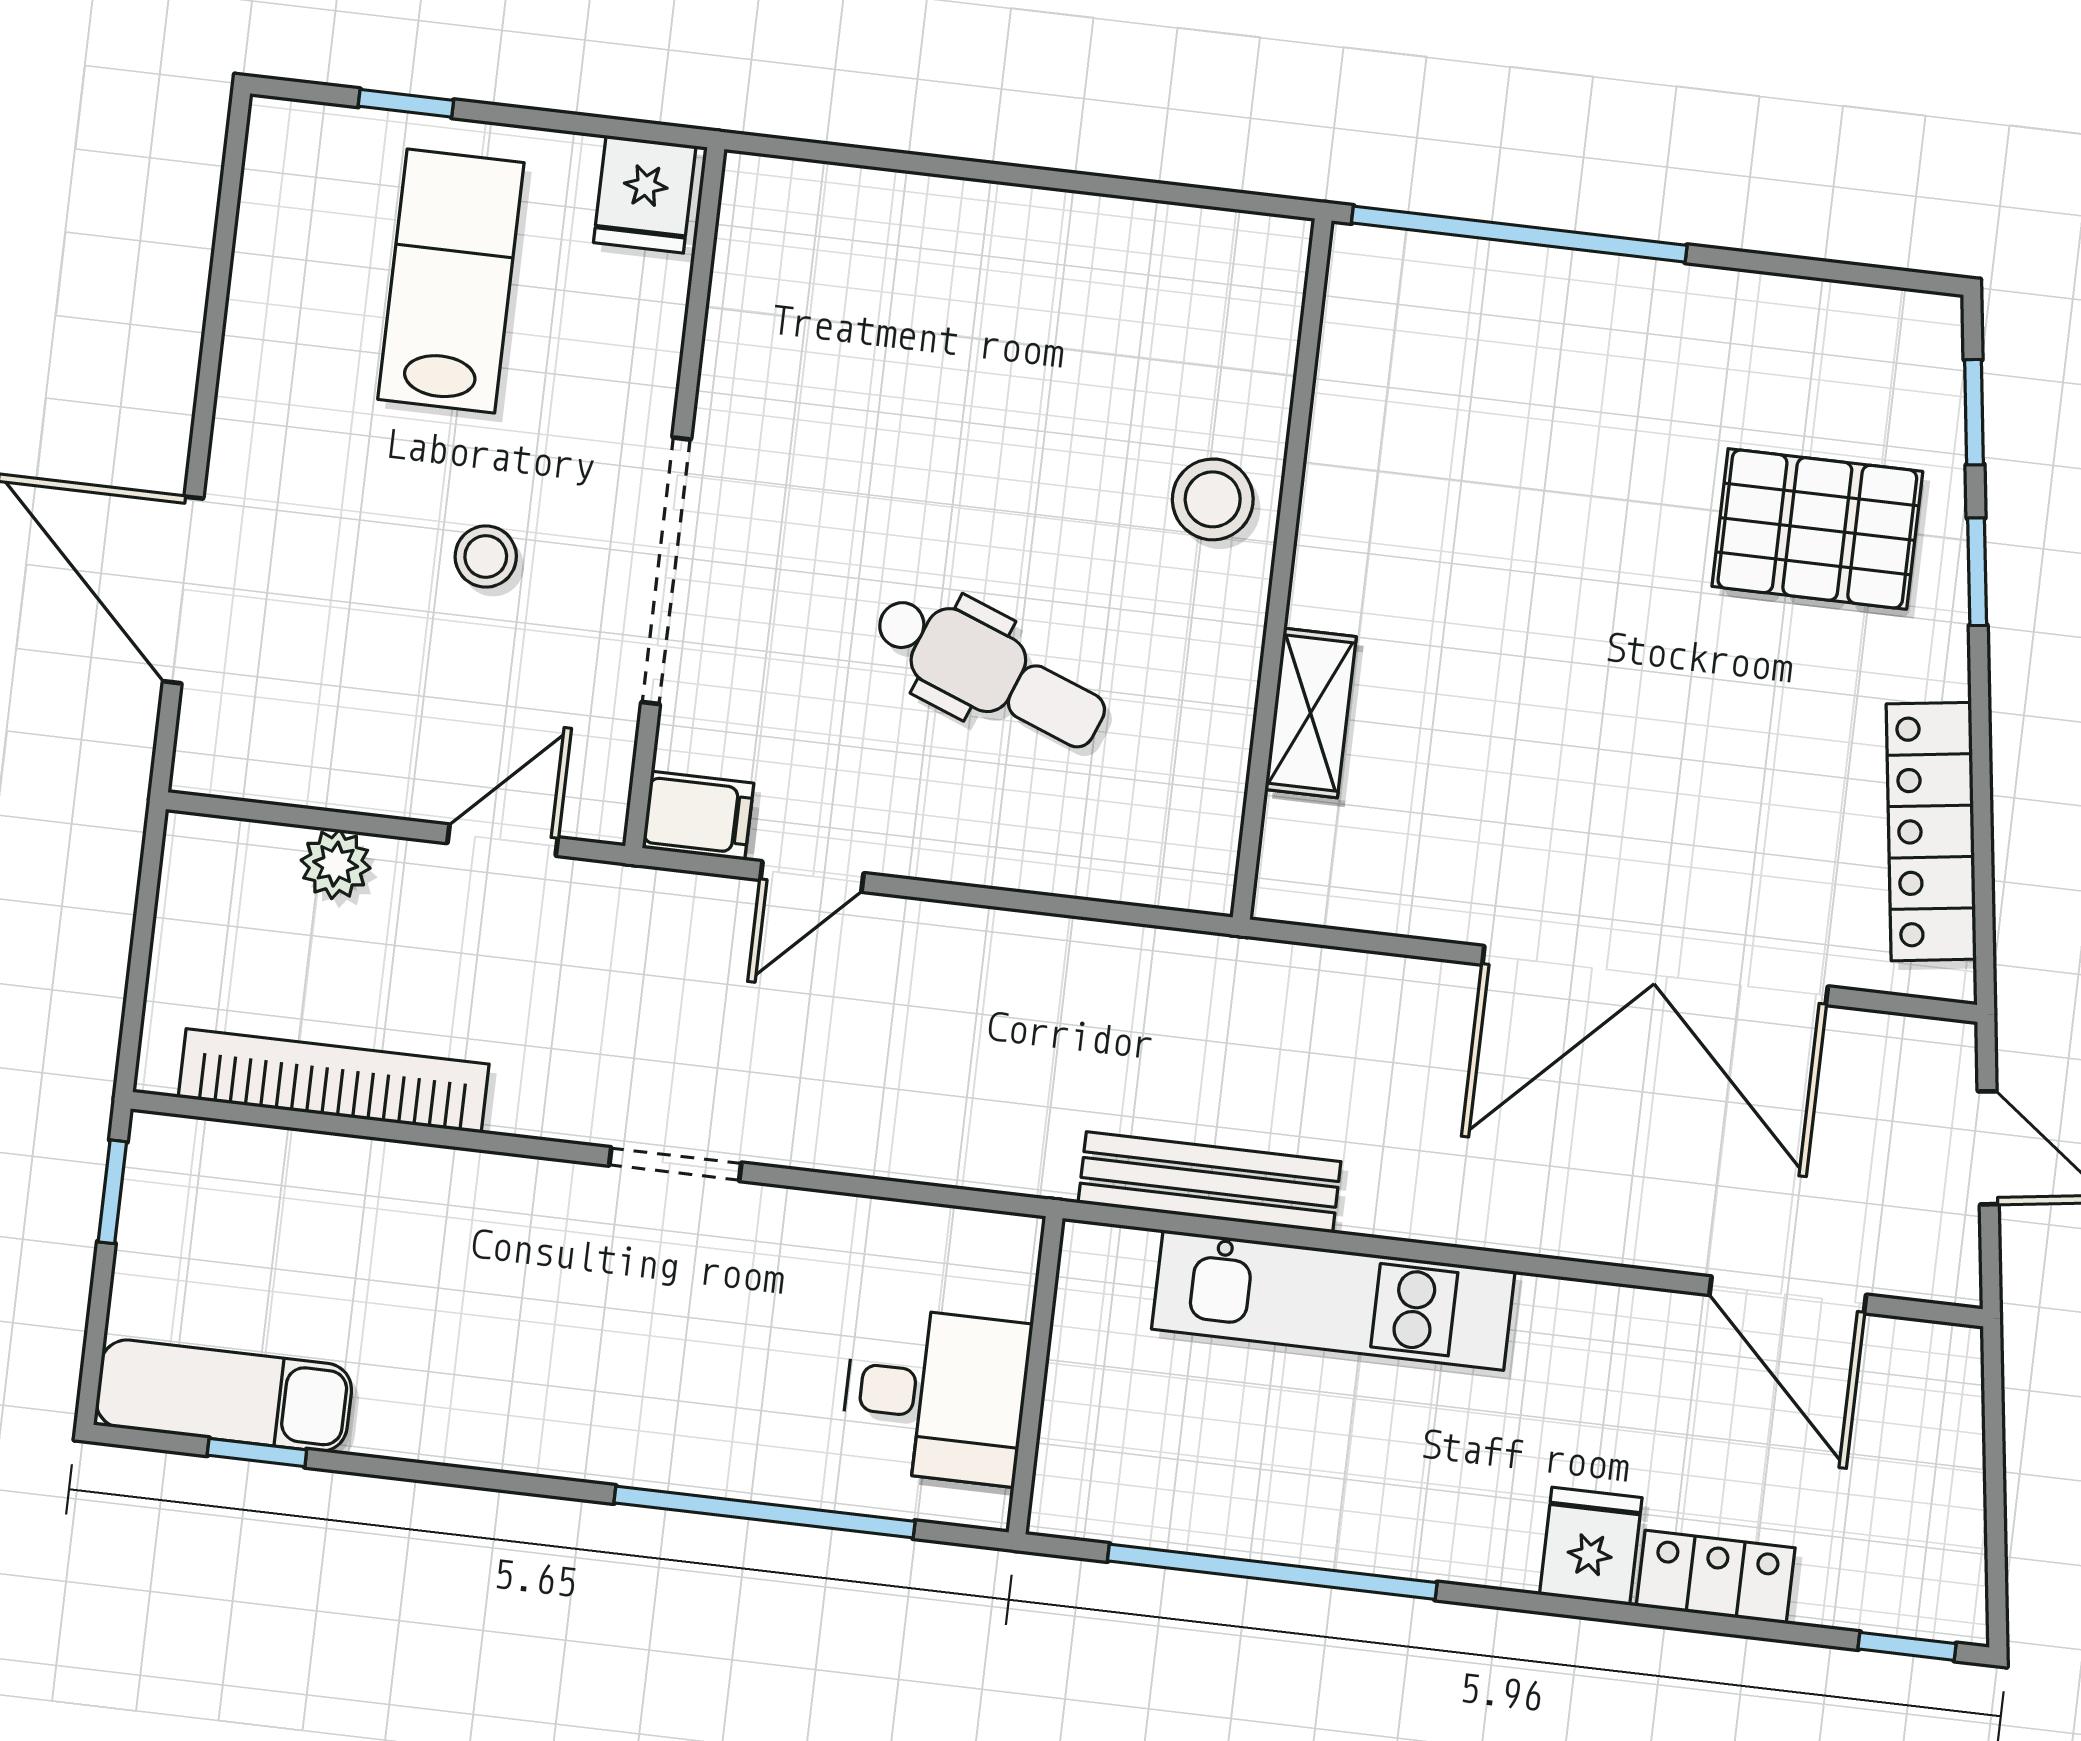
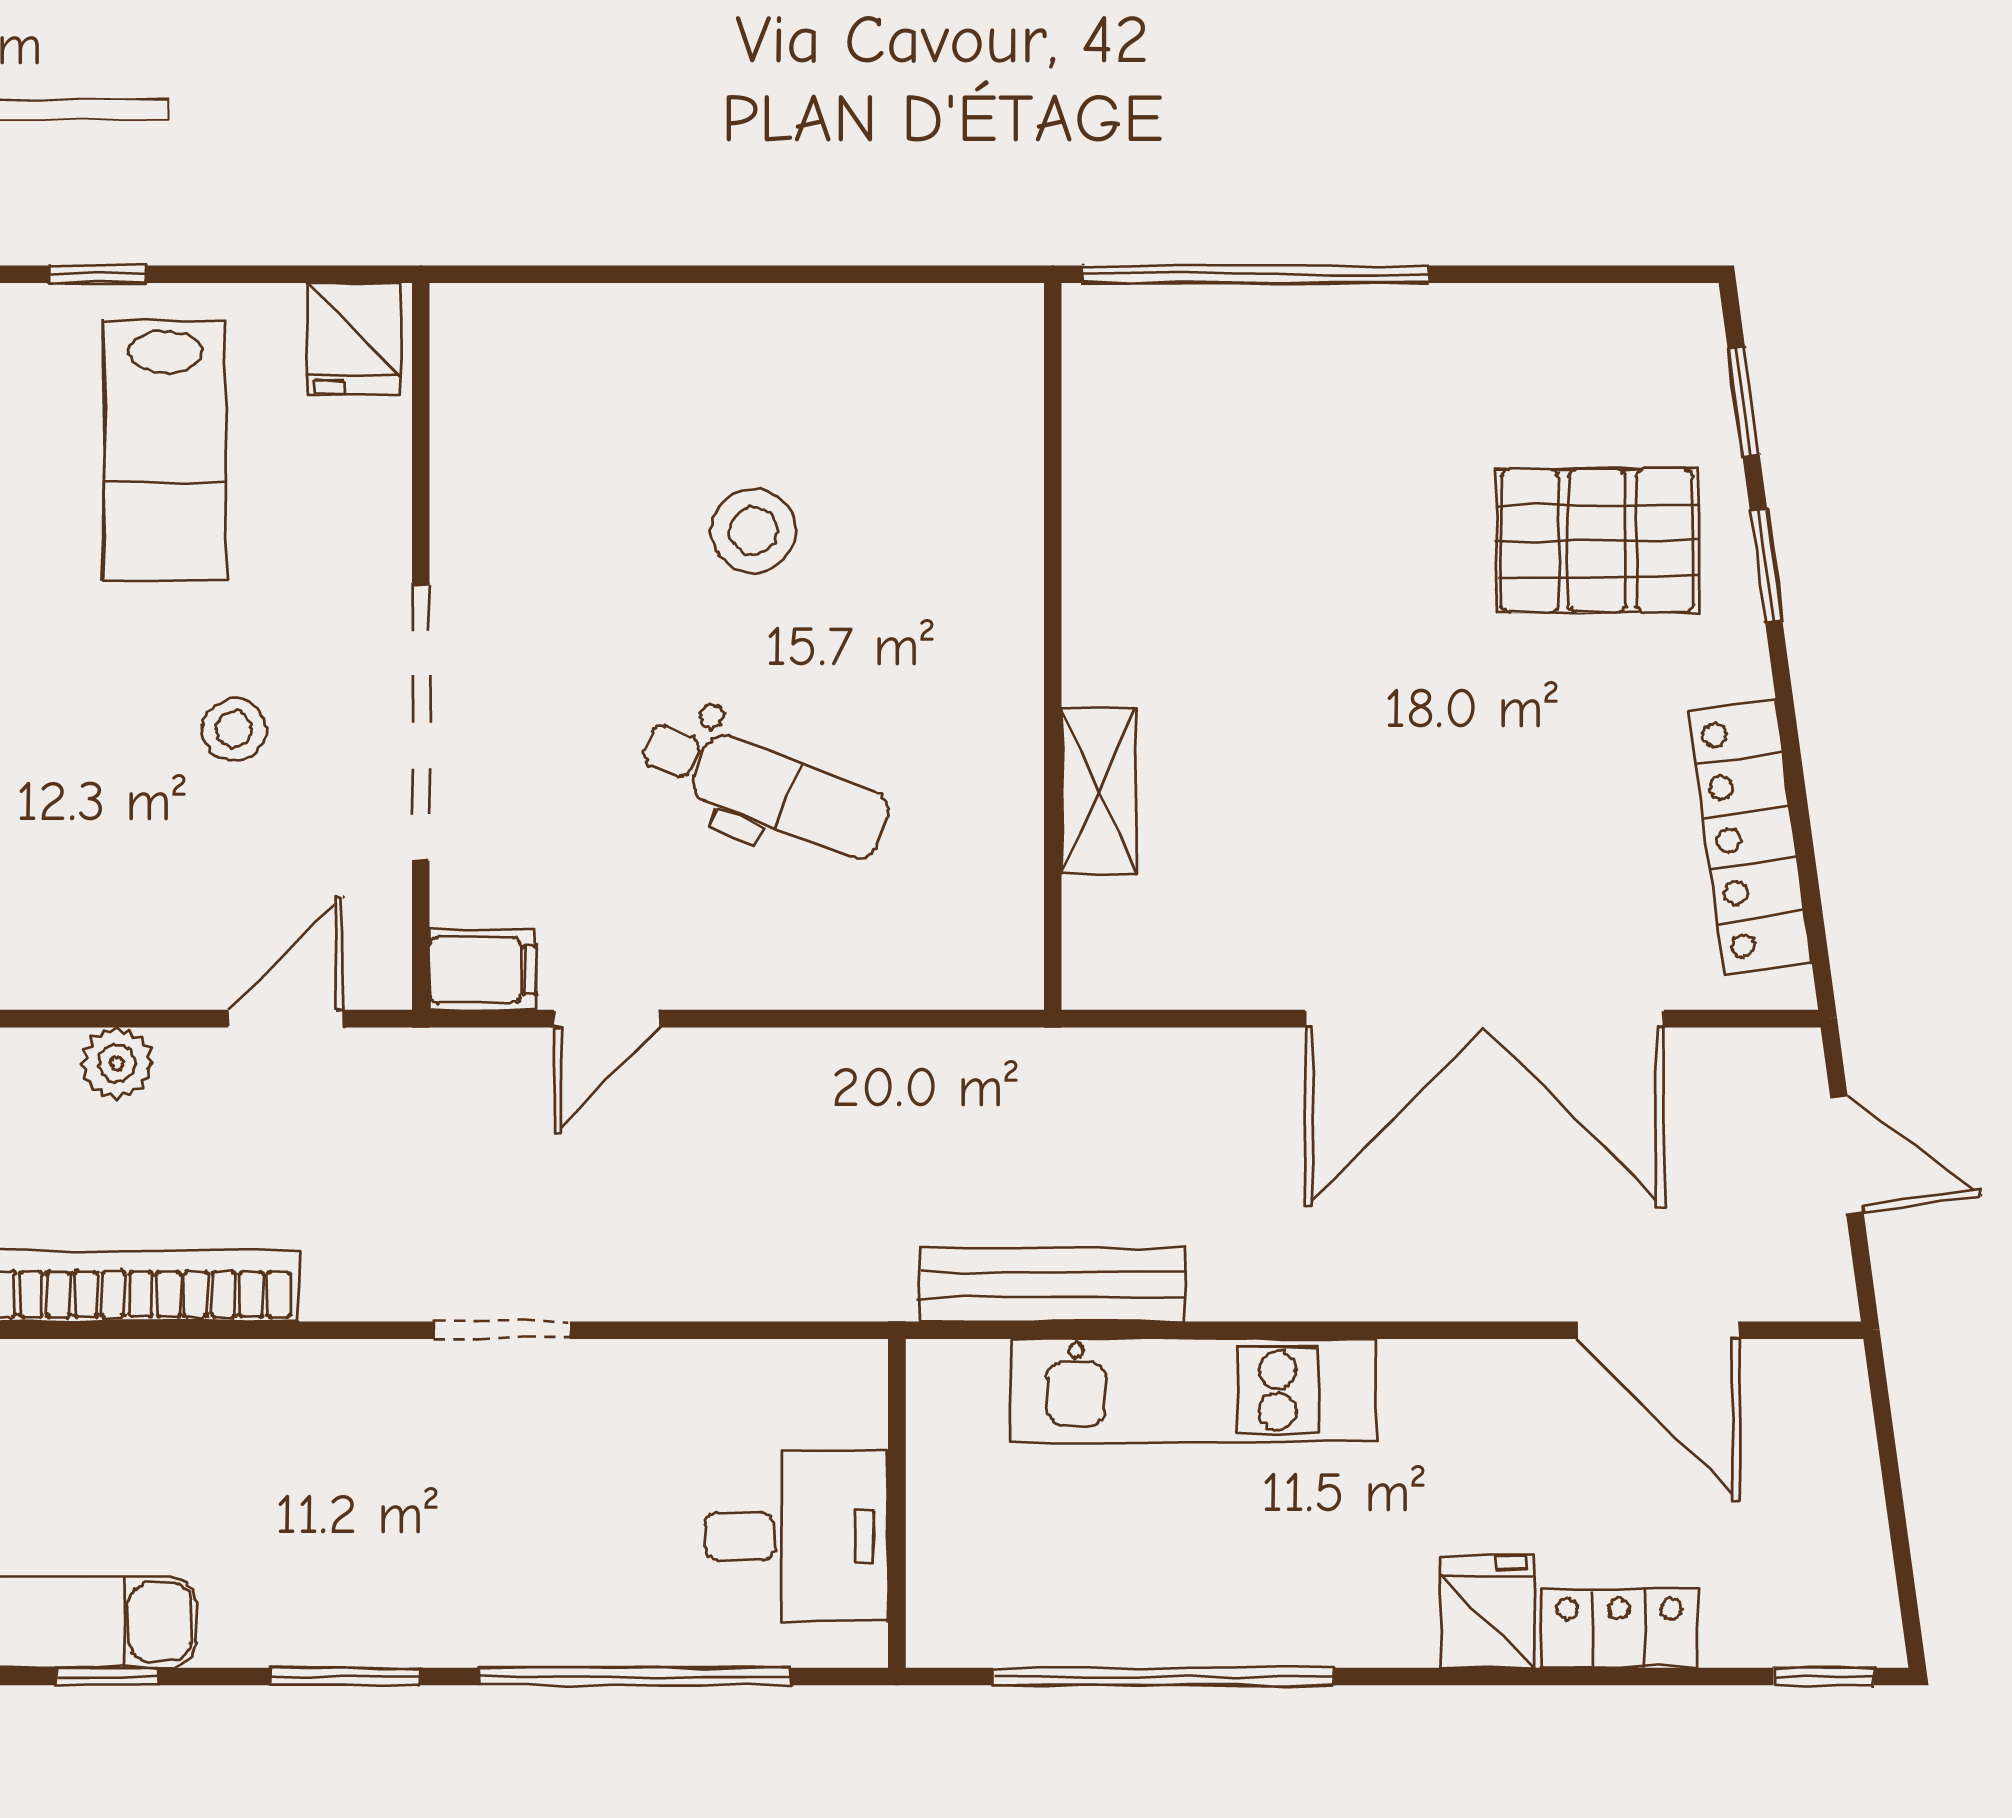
lab bench: (451, 281) -> (165, 451), turned 180
stool: (1213, 499) -> (754, 531), moved
window: (486, 1479) -> (345, 1677), added

